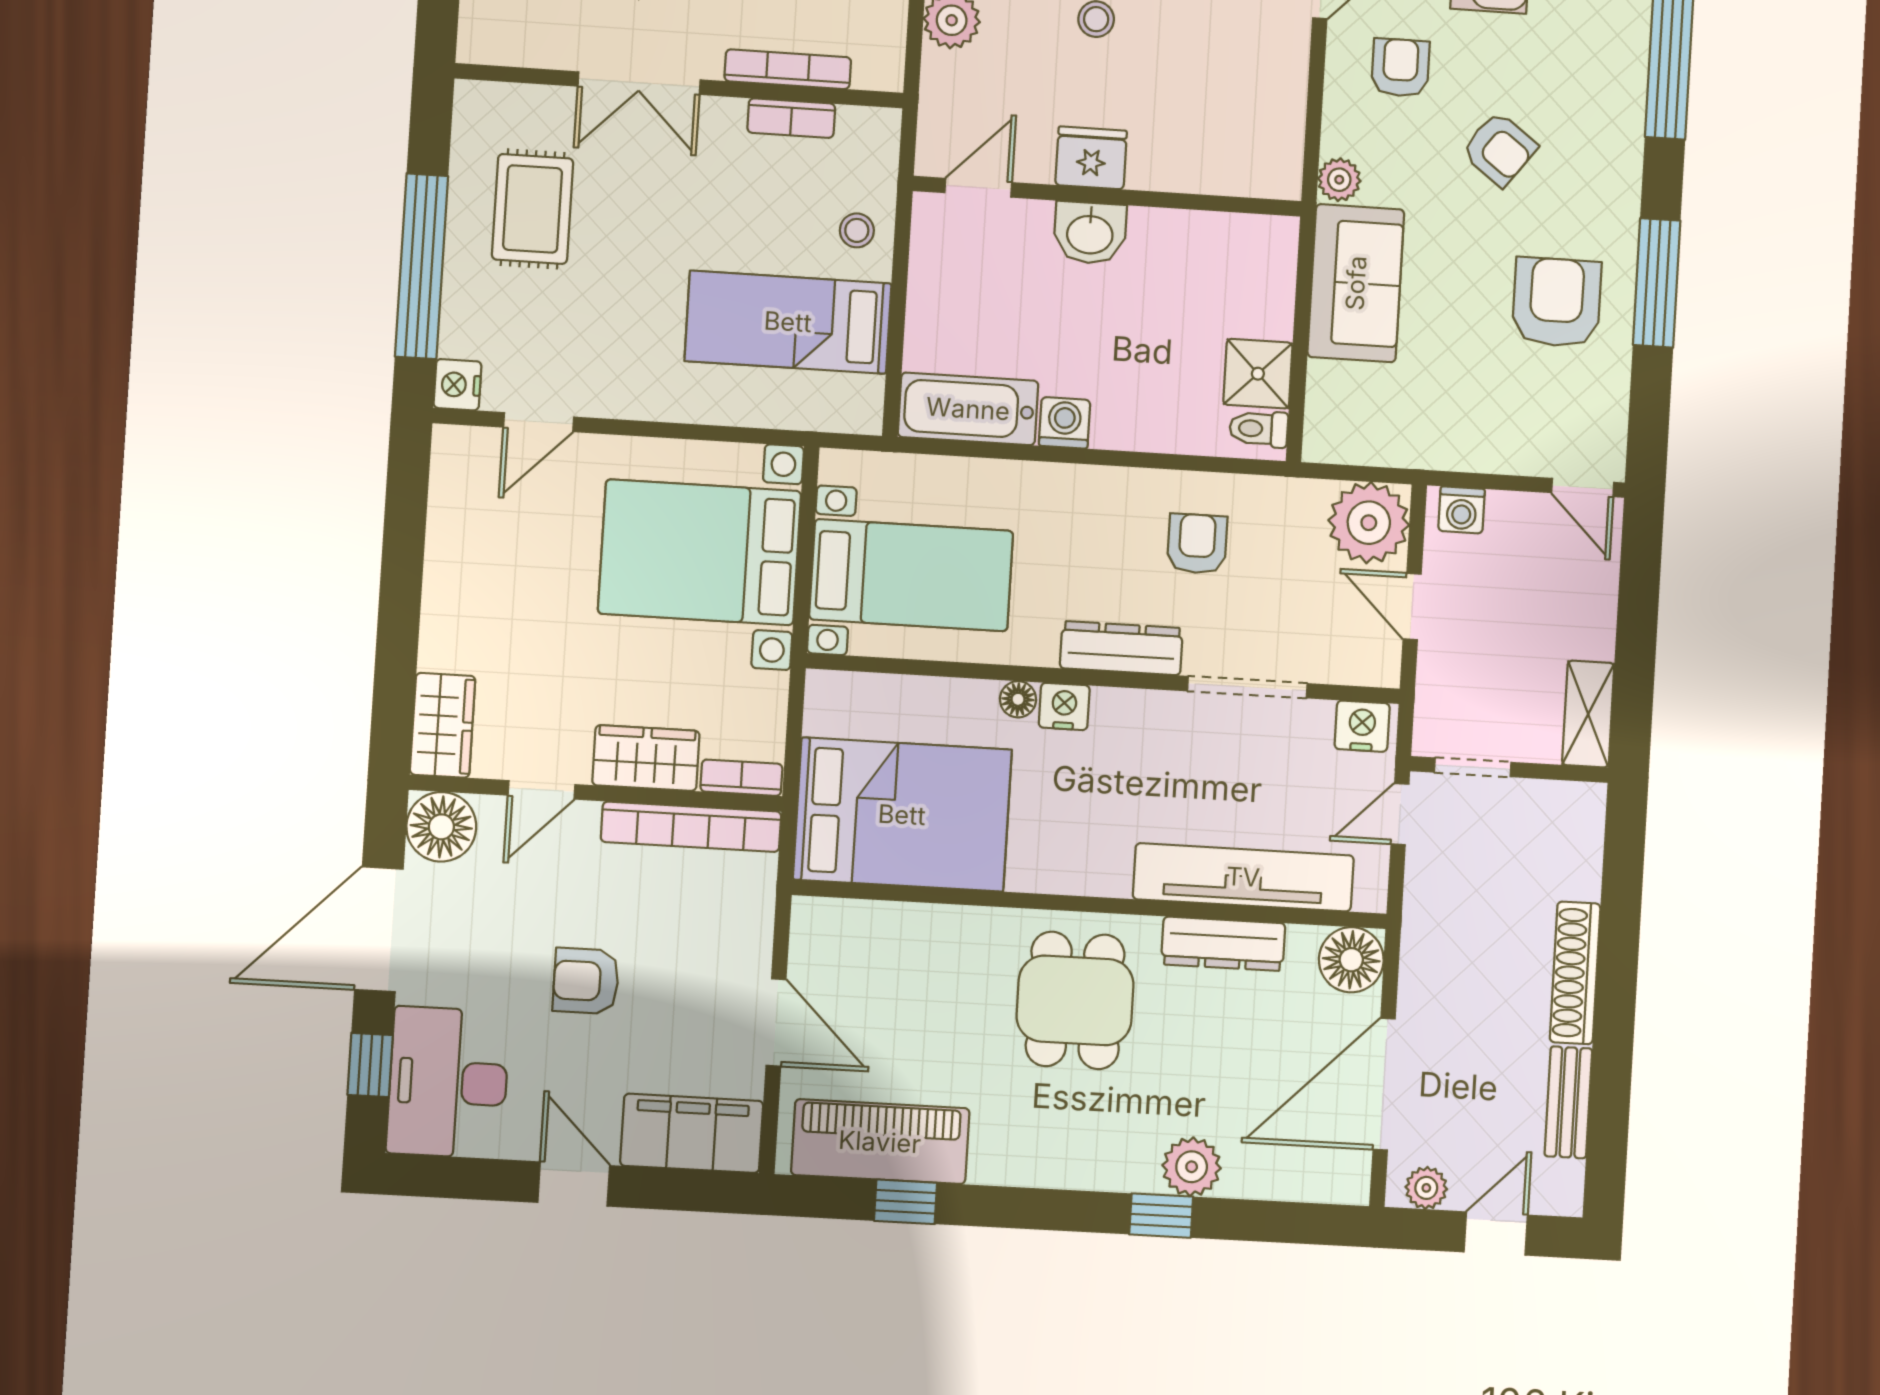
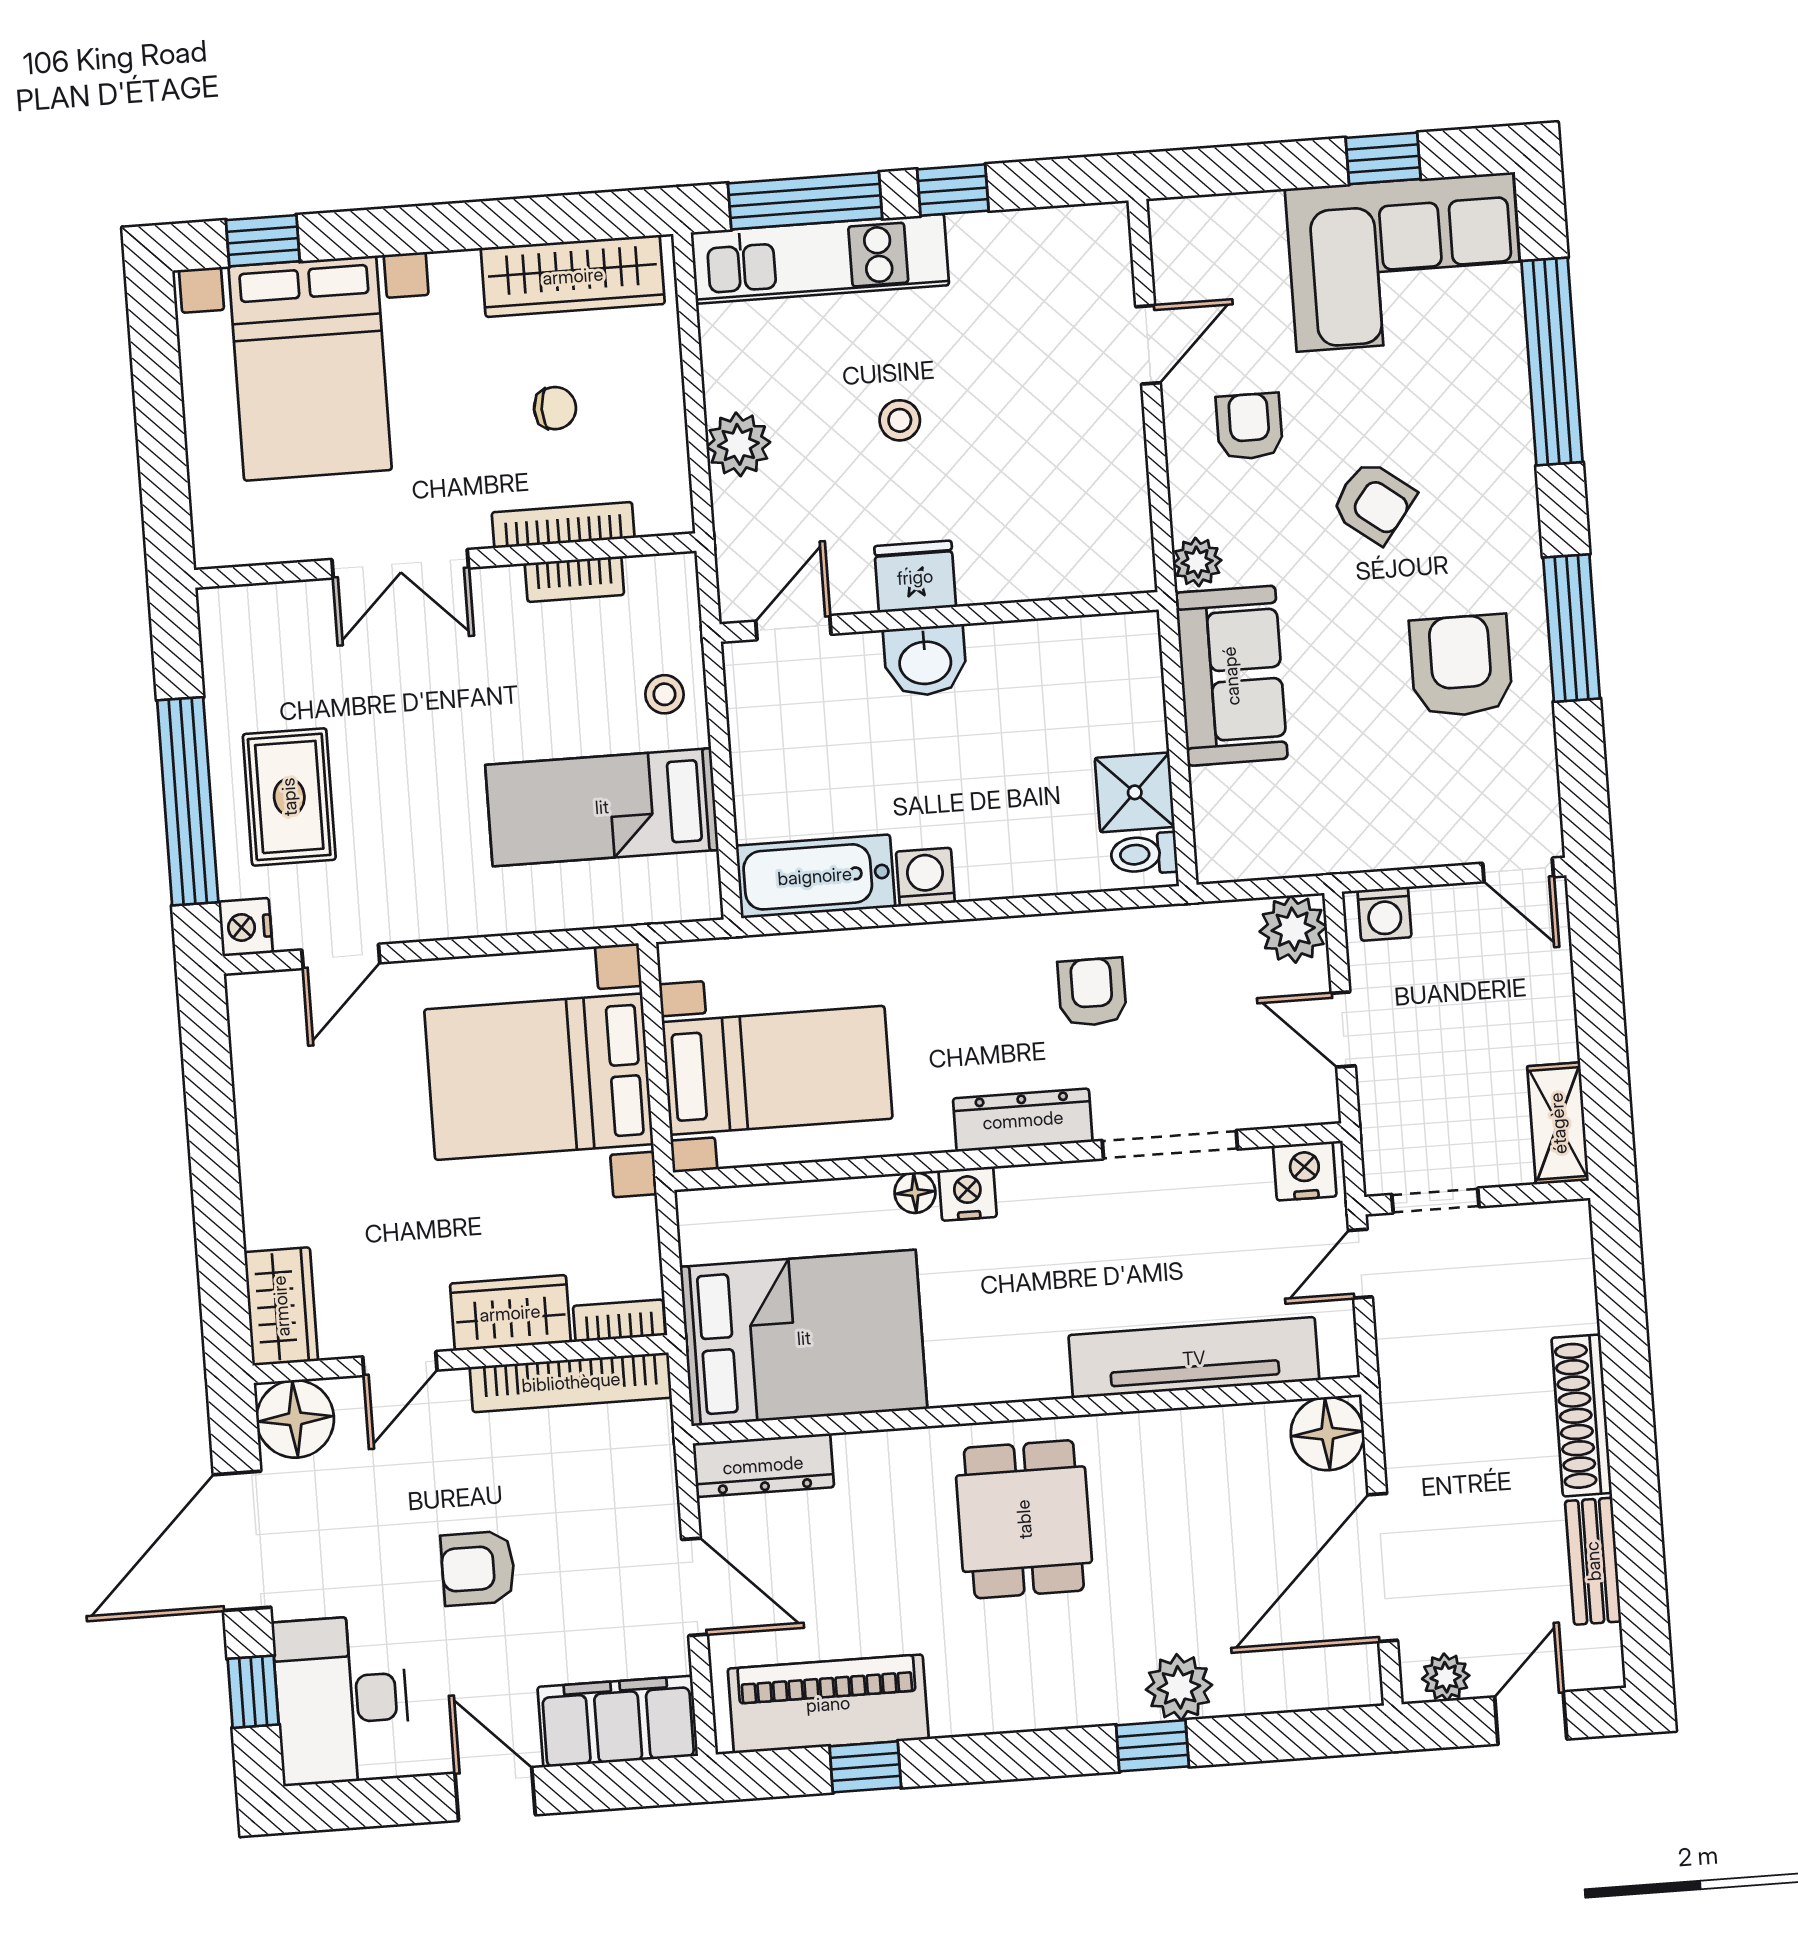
rug: (533, 209) -> (289, 797), moved
plant: (1369, 523) -> (1293, 929), width x0.73, depth x0.73
dresser: (1223, 944) -> (763, 1465), moved

